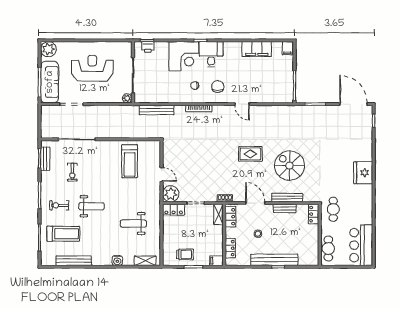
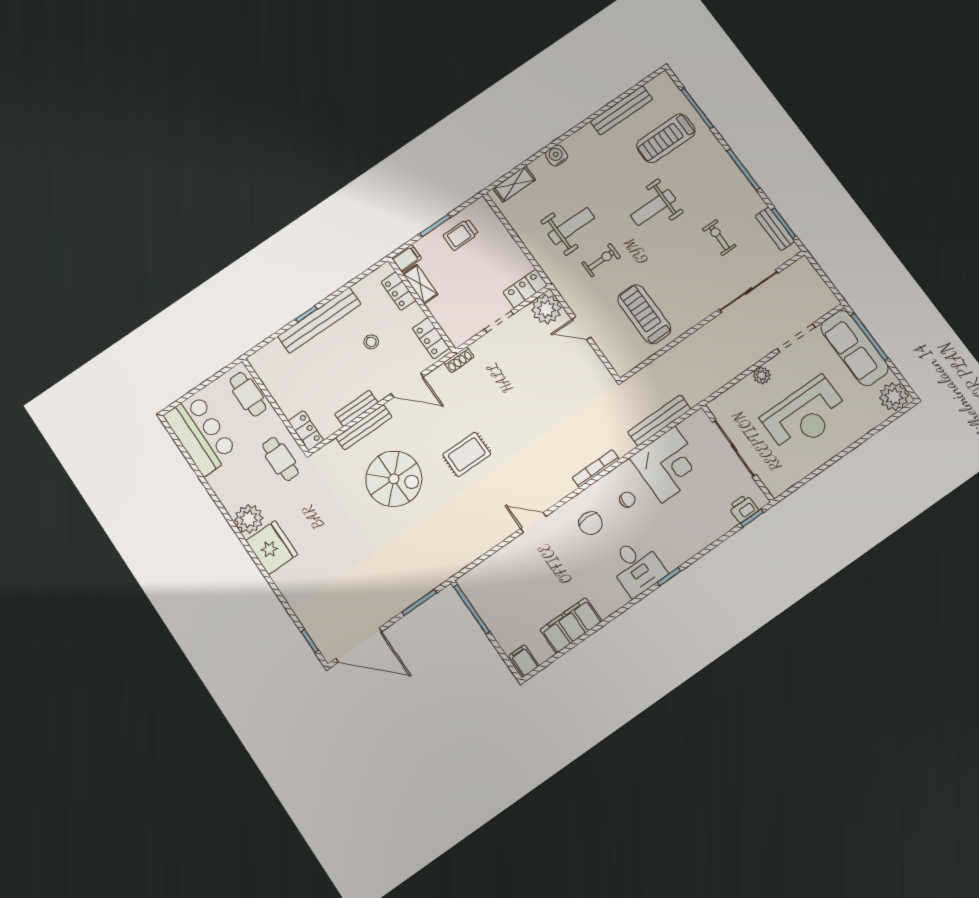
corner desk: (184, 56) -> (668, 465), moved, turned 180
plant: (127, 98) -> (762, 375), moved
plant: (365, 192) -> (249, 519), added
exercise bike: (59, 205) -> (601, 260), moved
shelving: (218, 214) -> (420, 284), moved

